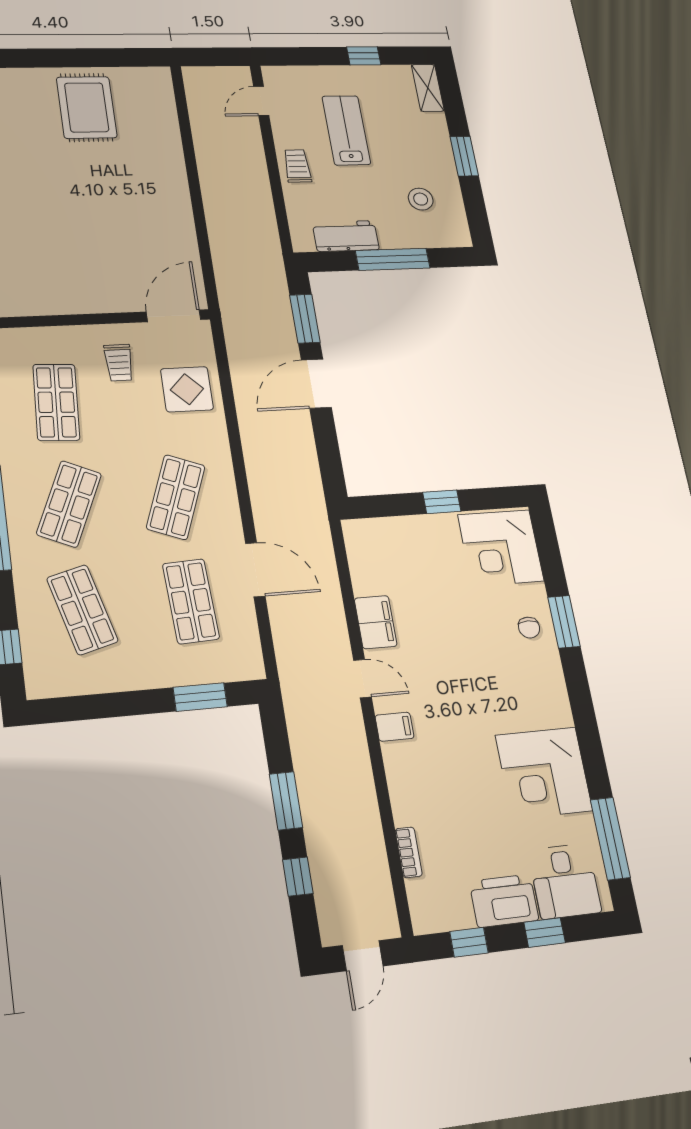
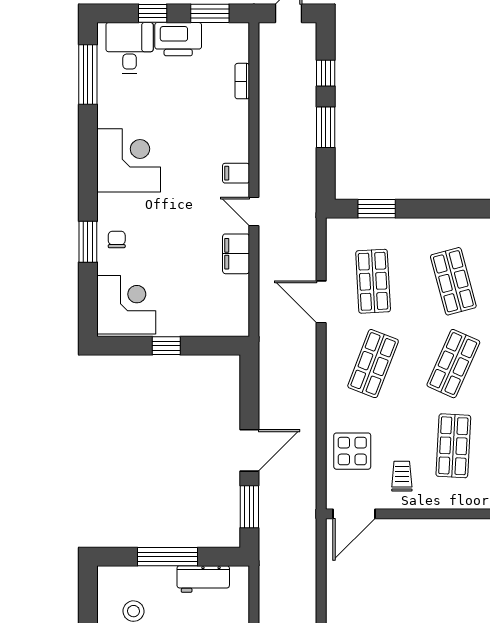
corner desk: (544, 773) -> (129, 160), moved
window: (469, 942) -> (210, 13), width x1.50

